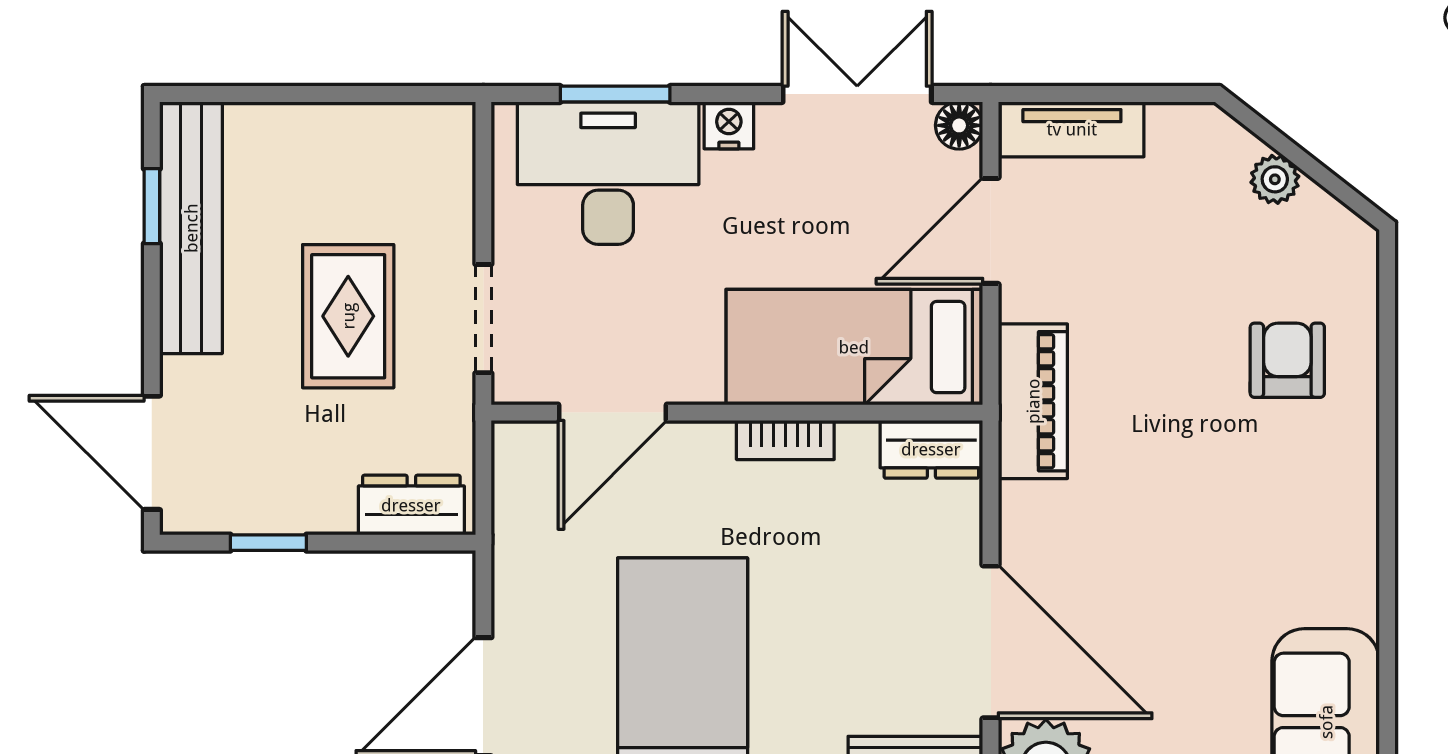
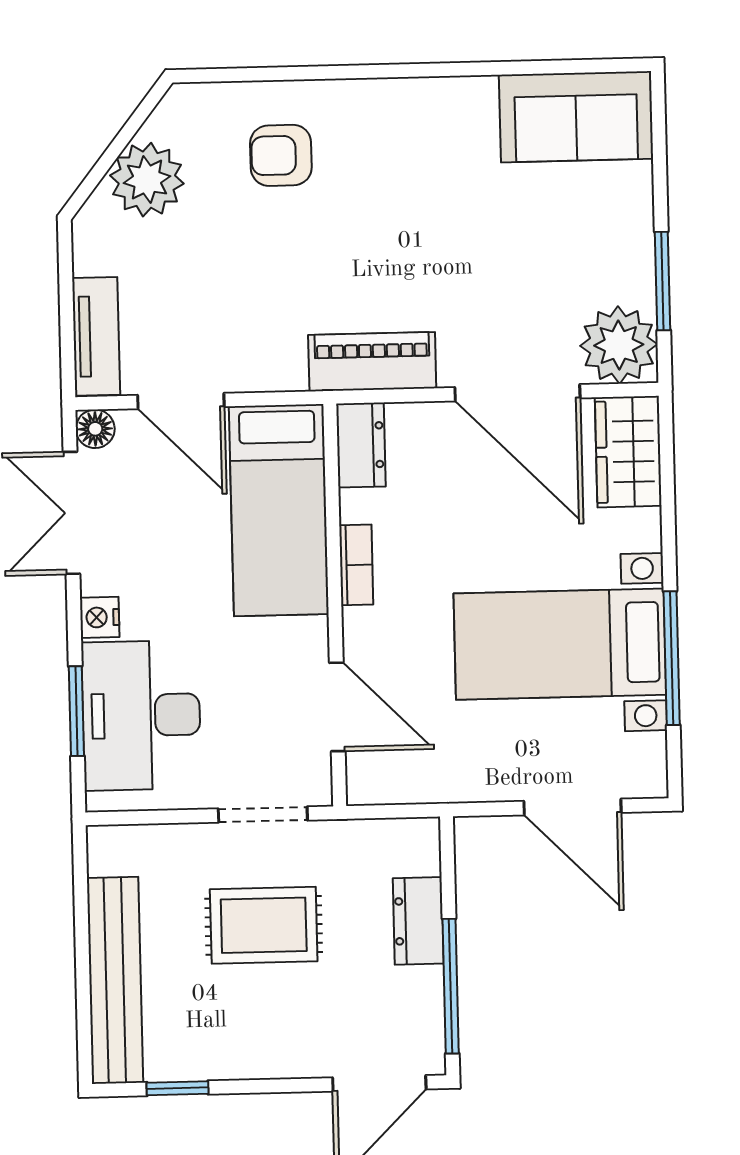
plant: (1275, 179) -> (147, 180), width x1.87, depth x1.87
bench: (191, 228) -> (115, 980), moved, turned 90
piano: (1033, 401) -> (372, 362), moved
dresser: (411, 505) -> (418, 921), moved
window: (268, 543) -> (451, 986), width x2.17
door: (991, 642) -> (517, 393), swing flipped

